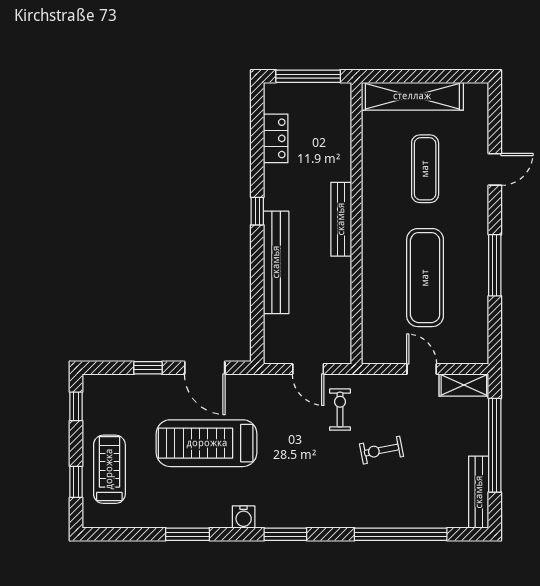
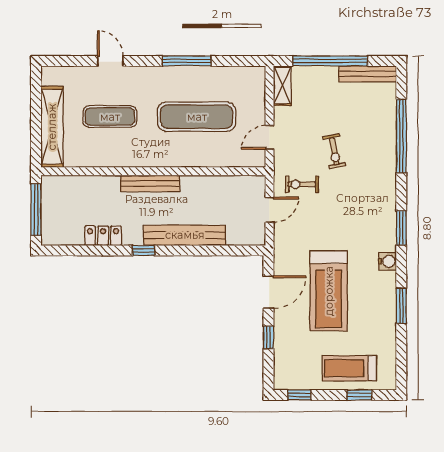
locker: (276, 138) -> (103, 236), moved
door: (422, 369) -> (269, 137), moved

